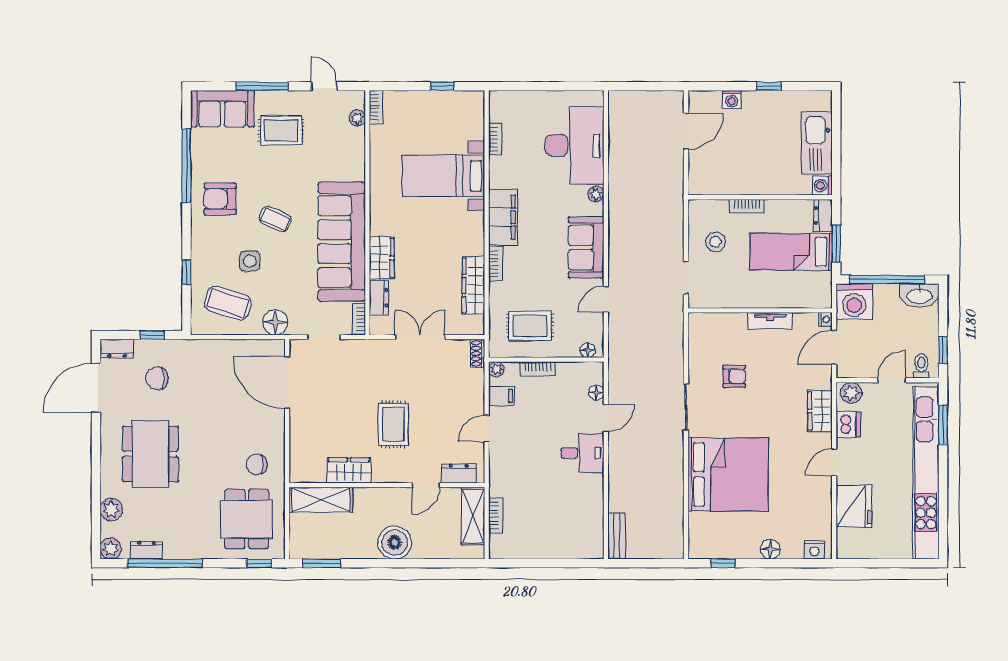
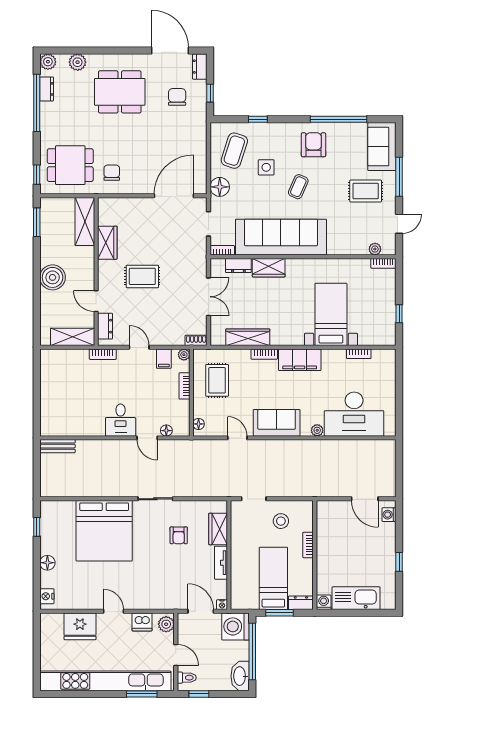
washing machine: (732, 99) -> (389, 515), moved
rug: (281, 130) -> (366, 191), turned 90
wardrobe: (820, 411) -> (218, 529), moved, turned -90
bookcase: (496, 515) -> (103, 354), moved

